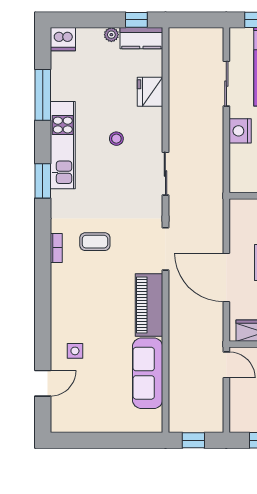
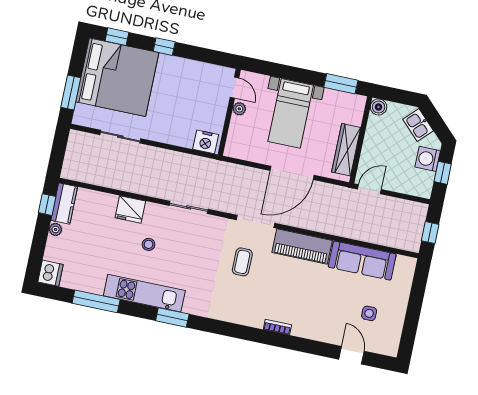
fridge: (150, 92) -> (130, 209), moved
nightstand: (240, 131) -> (206, 142), moved
coffee table: (95, 242) -> (242, 262), moved
bookcase: (56, 248) -> (277, 327), moved
side table: (75, 351) -> (369, 313), moved

